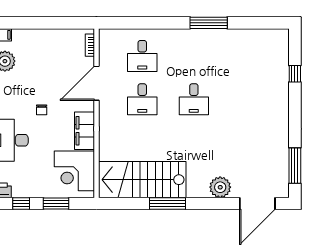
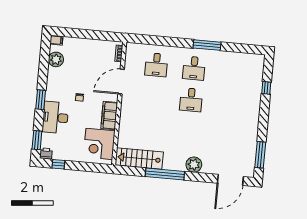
desk: (142, 99) -> (194, 68), moved
stairs: (142, 180) -> (139, 159), width x0.73, depth x0.66
plant: (220, 187) -> (194, 165), moved
window: (56, 204) -> (84, 167), removed
window: (167, 204) -> (165, 174), width x1.46

